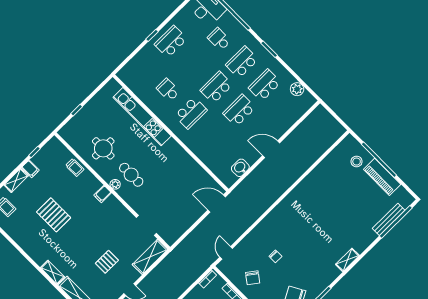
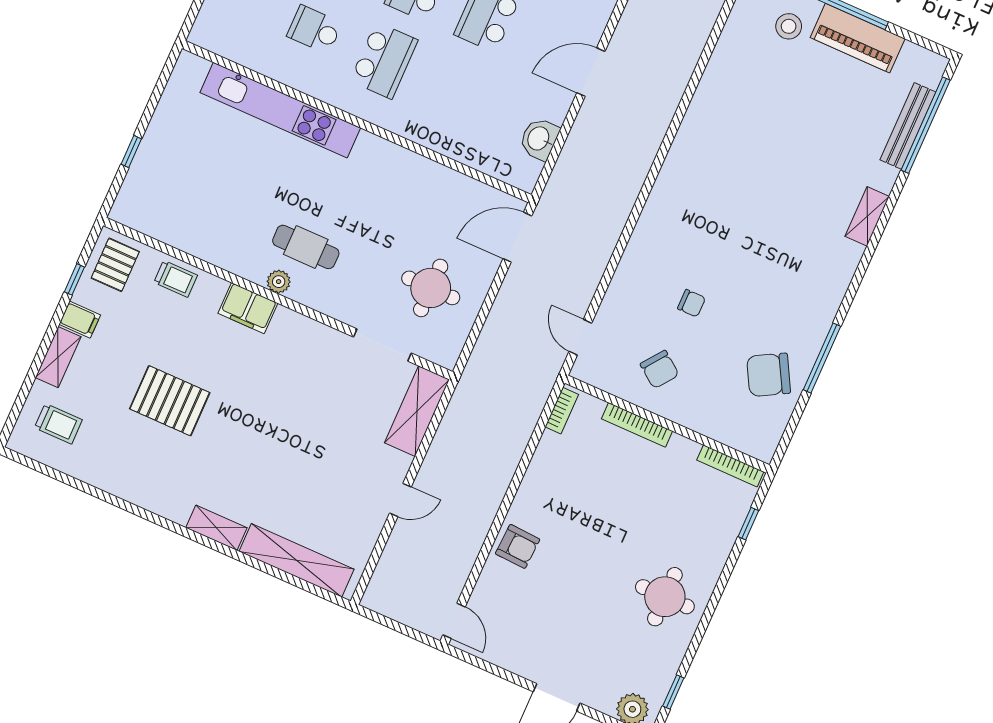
round table: (103, 148) -> (431, 288), moved
filing cabinet: (103, 194) -> (248, 308), width x2.00
shelving: (347, 260) -> (867, 216), moved
pallet: (107, 262) -> (115, 265), moved

